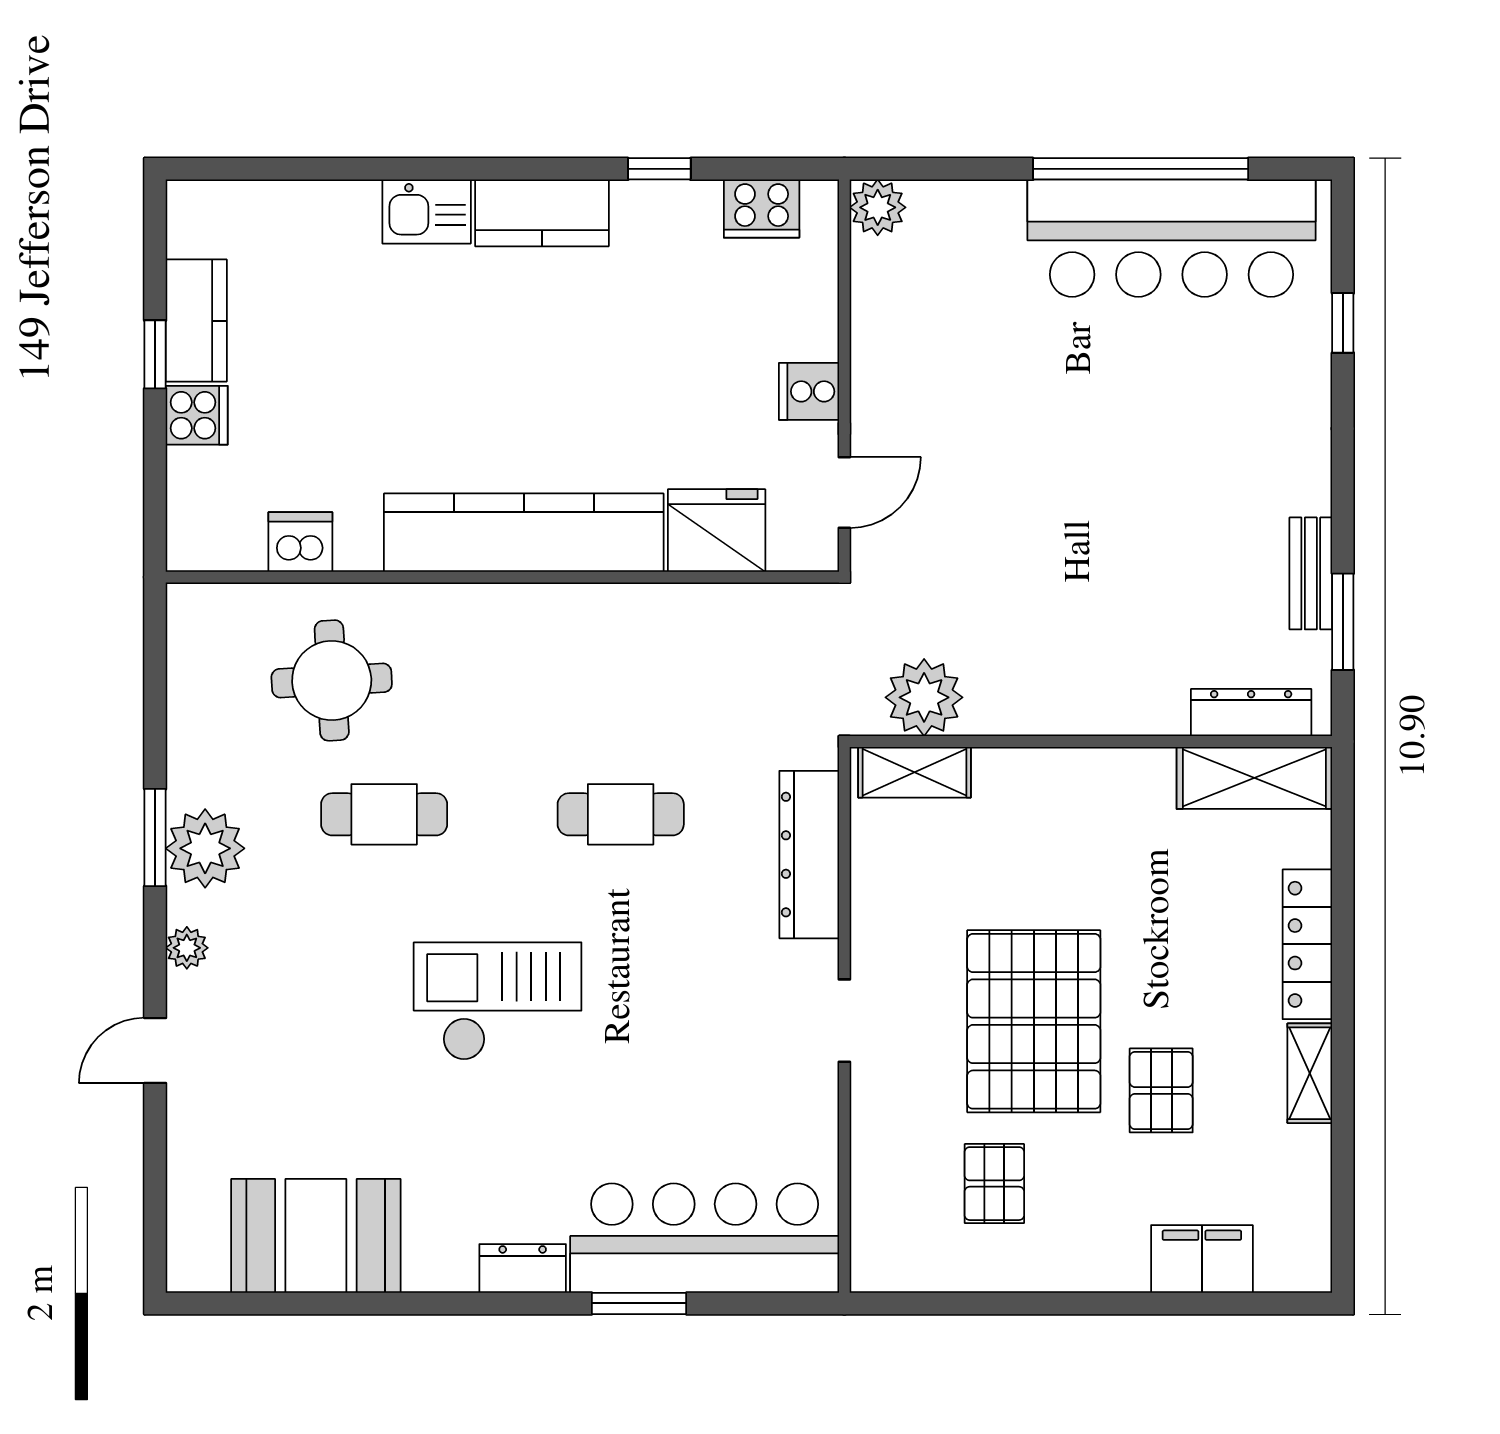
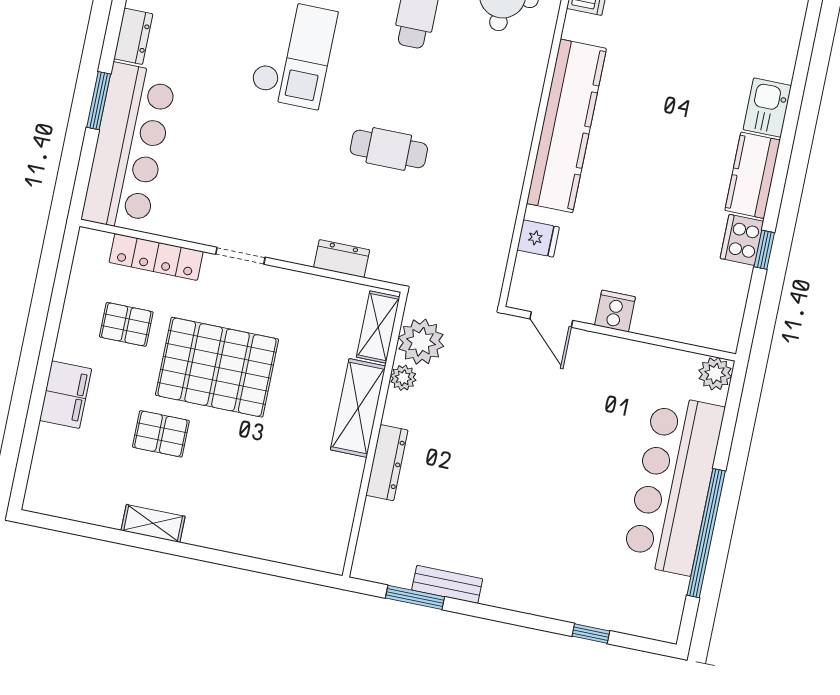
cooker: (762, 209) -> (742, 240), moved
bar counter: (1171, 238) -> (673, 485), moved
fridge: (717, 530) -> (538, 238), width x0.53, depth x0.75
dresser: (1251, 713) -> (387, 463), moved
plant: (989, 714) -> (403, 378), added
shelving: (1254, 778) -> (358, 408), moved
cafe table: (621, 814) -> (389, 149), turned 90
dresser: (809, 855) -> (342, 259), width x0.51, depth x0.80
locker: (1307, 944) -> (156, 257), moved, turned 180
filing cabinet: (1202, 1259) -> (66, 395), moved

